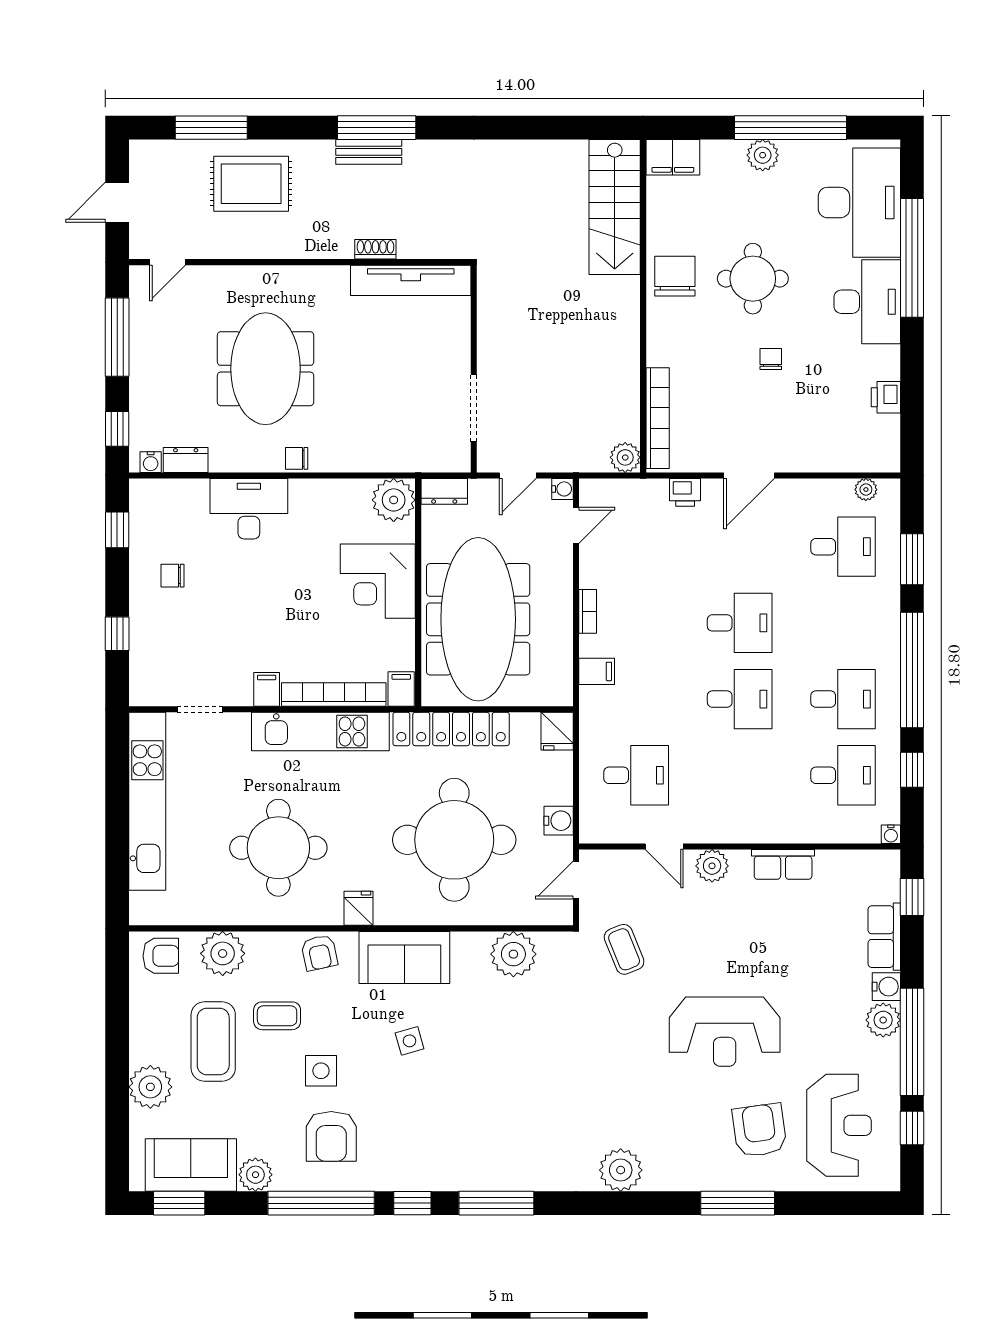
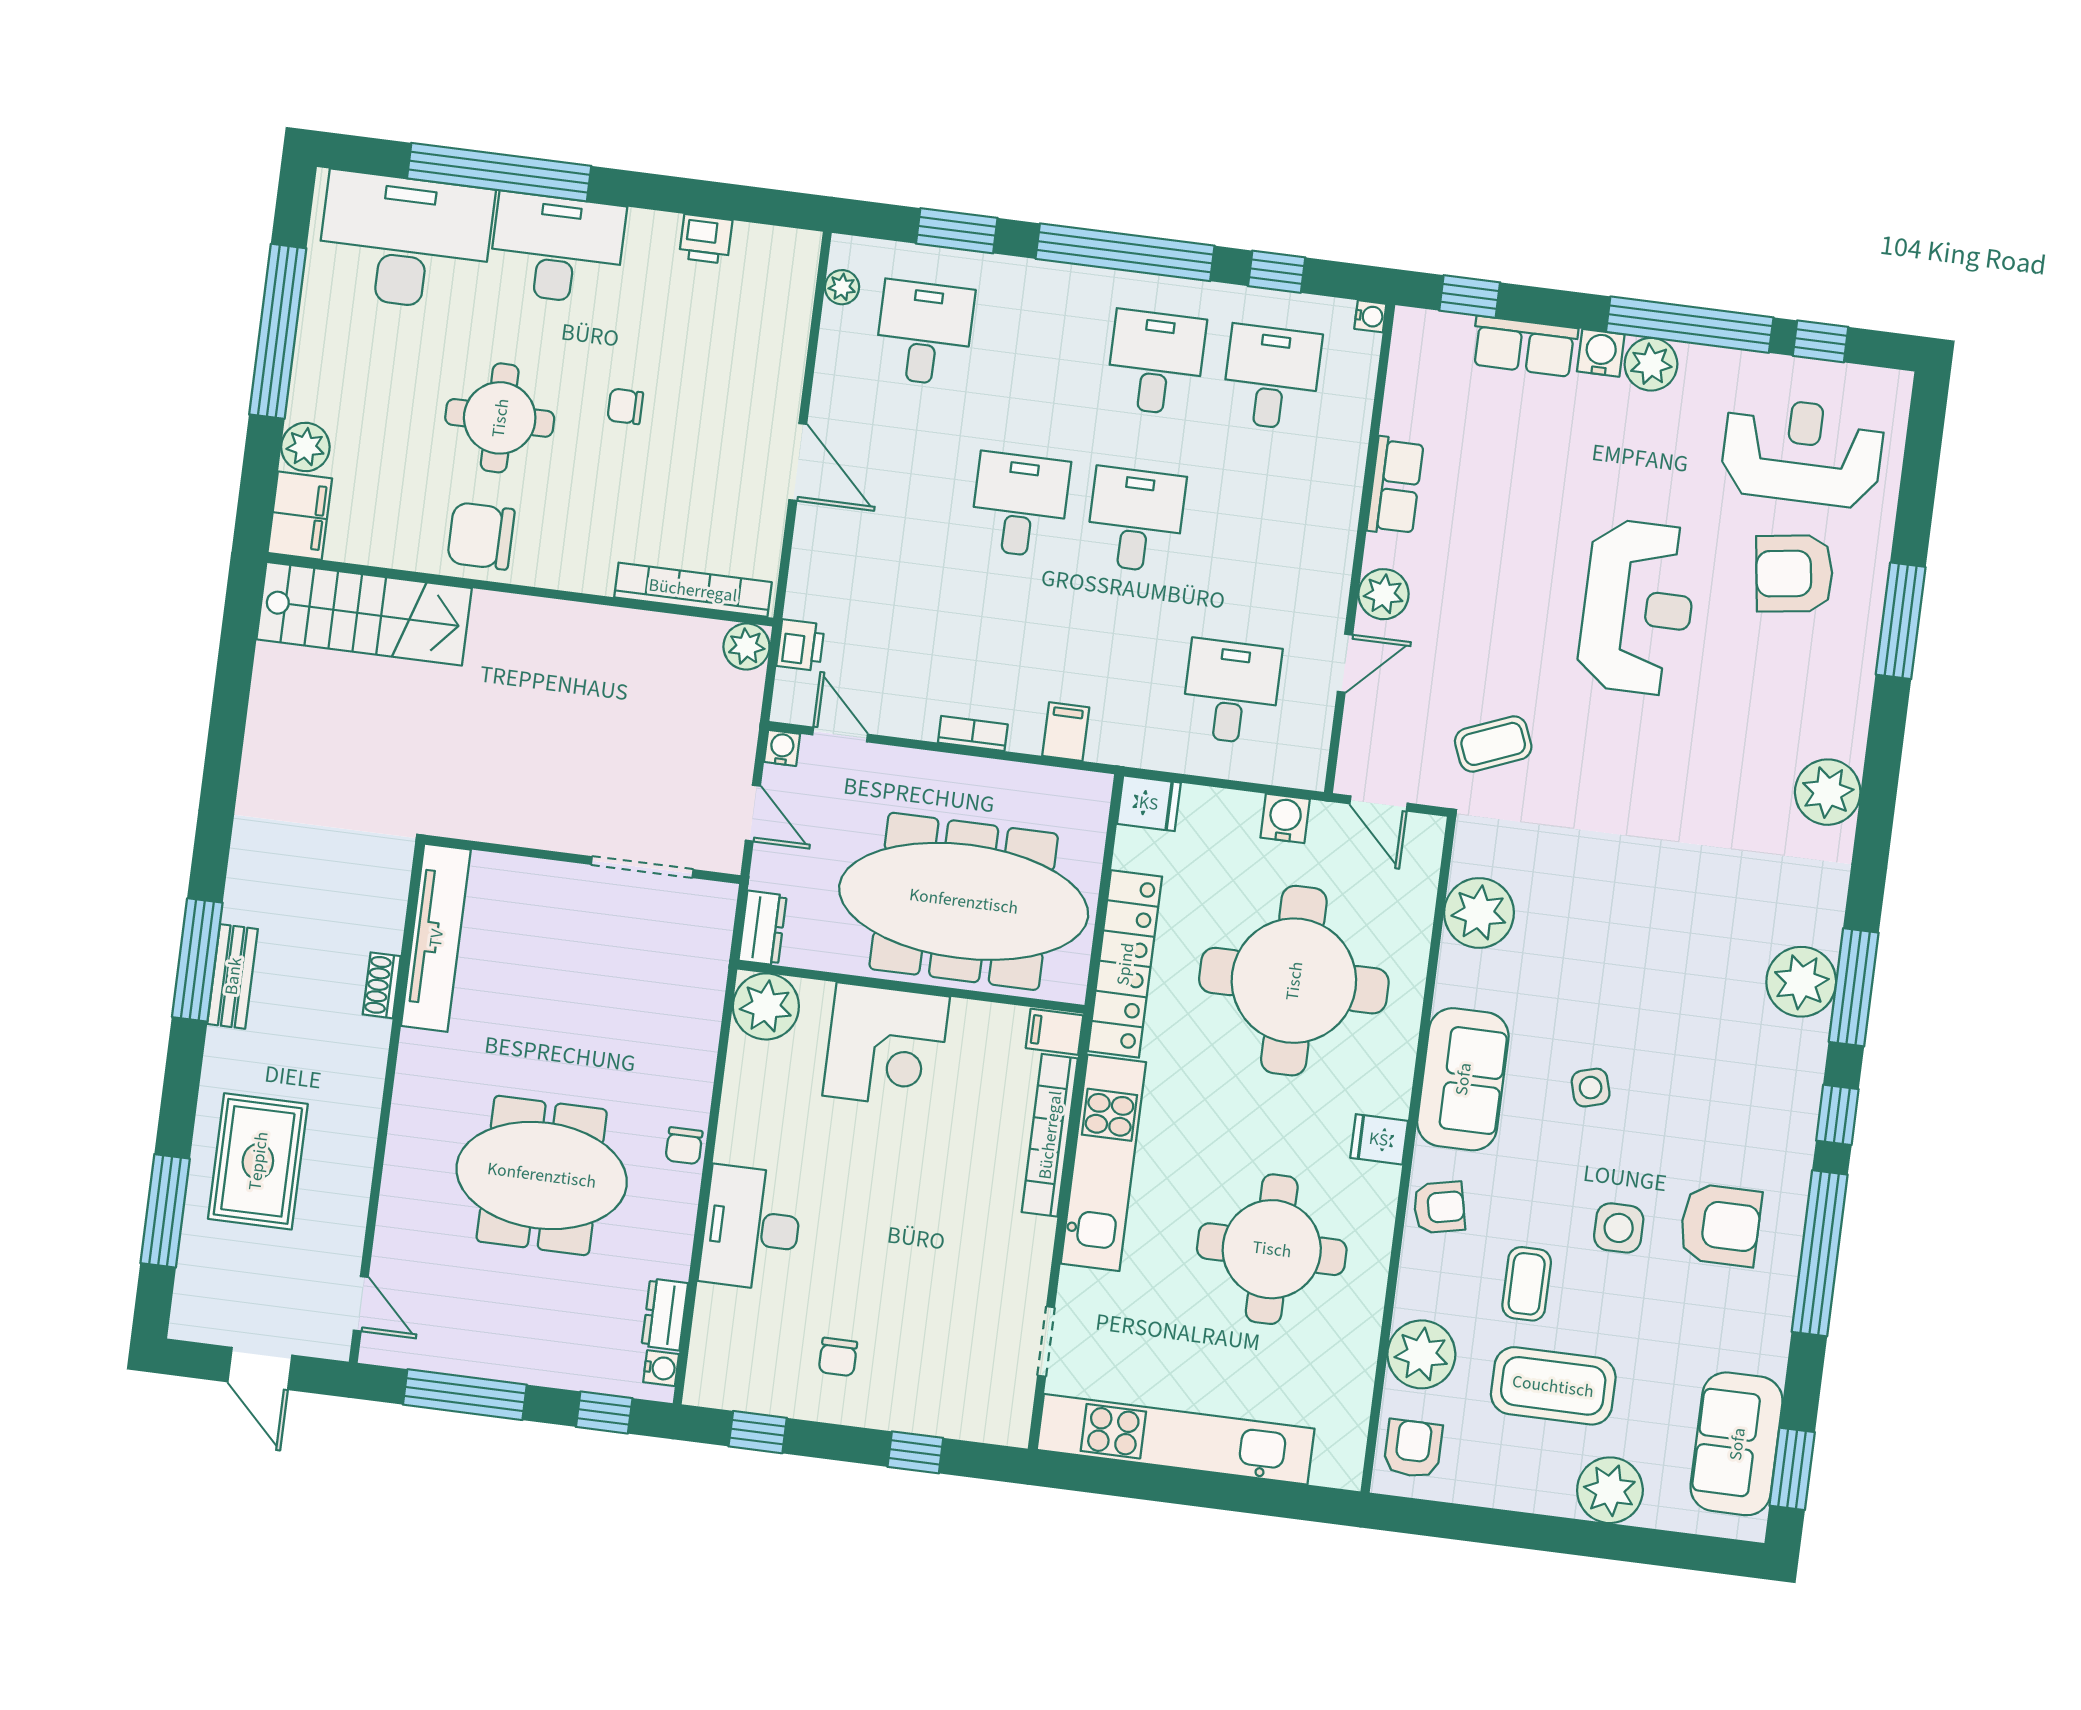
plant: (763, 155) -> (305, 447), moved
printer: (685, 492) -> (801, 645), moved
filing cabinet: (267, 689) -> (1029, 1236), removed
plant: (255, 1175) -> (1801, 982), moved, width x1.36, depth x1.36

